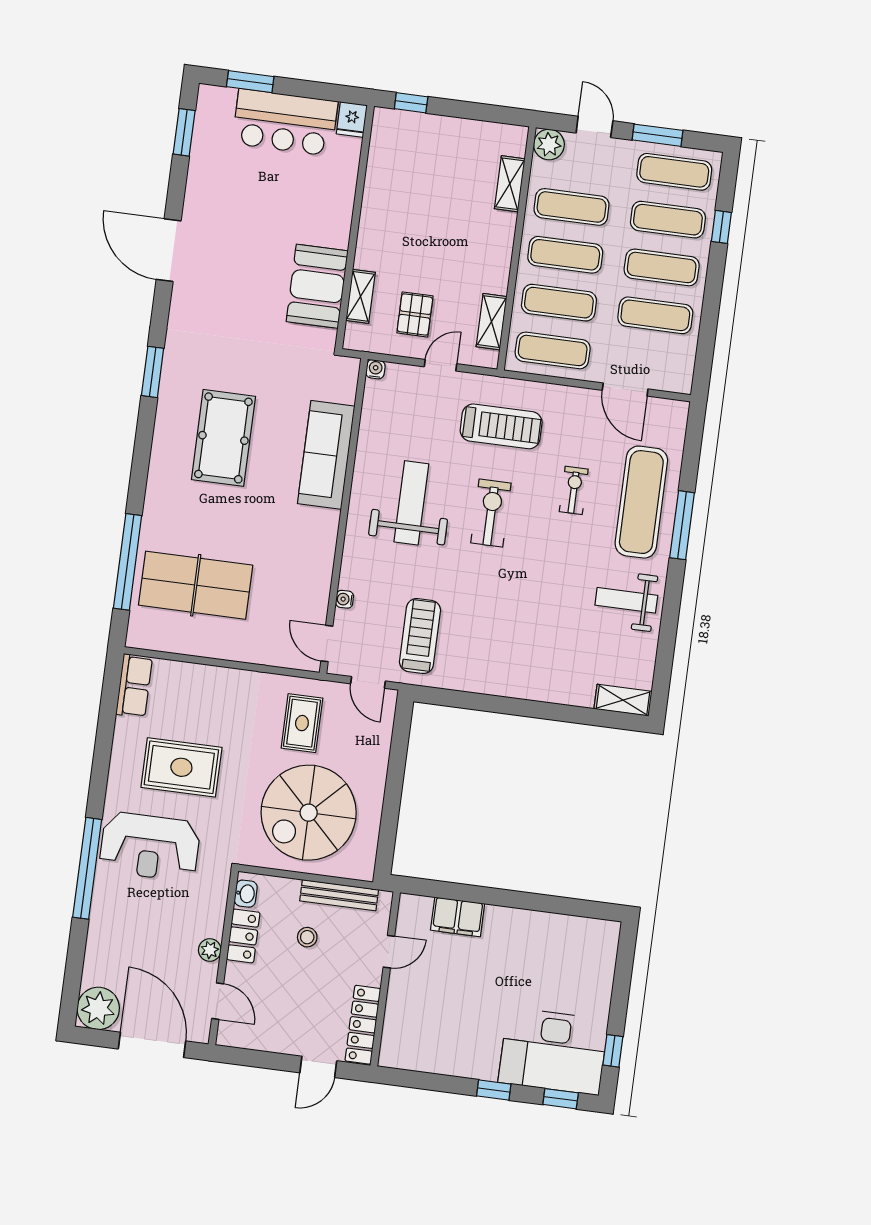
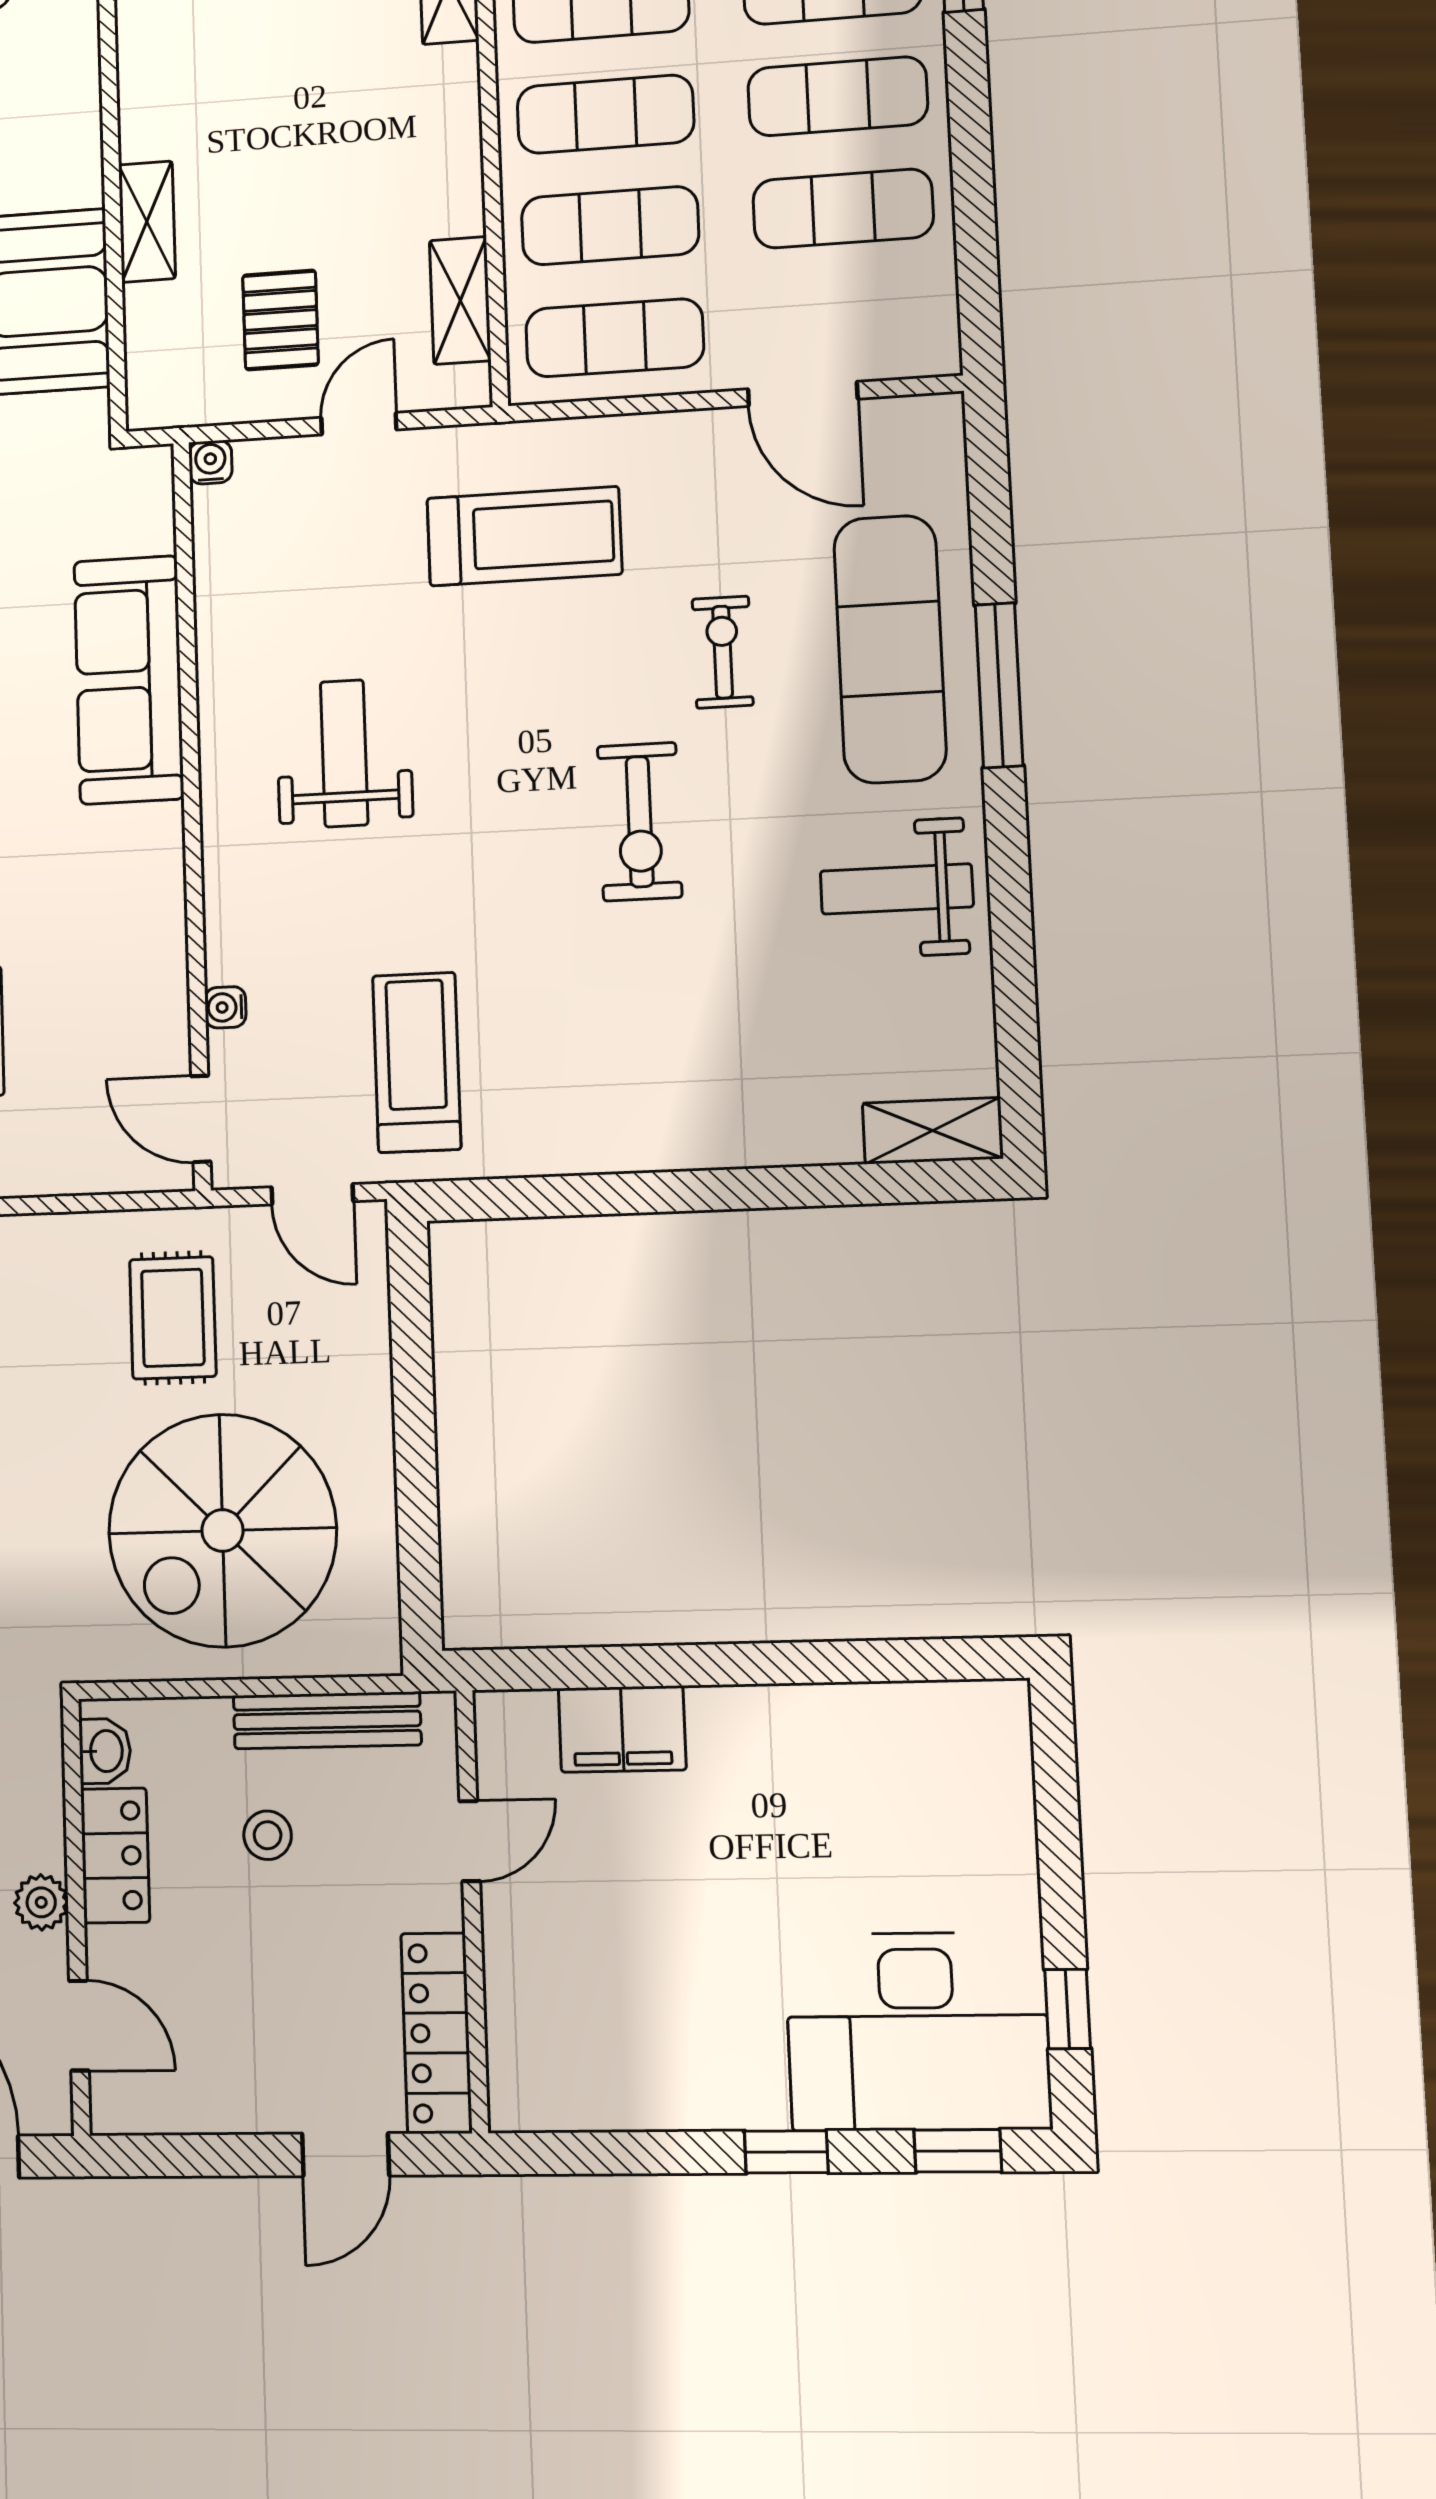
shelving: (361, 296) -> (147, 222), moved
weight bench: (411, 503) -> (344, 753), width x0.73, depth x0.75
exercise bike: (491, 513) -> (640, 822), moved, turned 180

